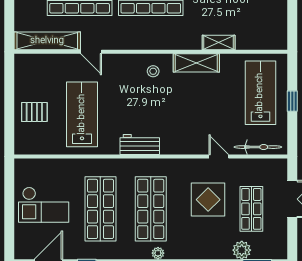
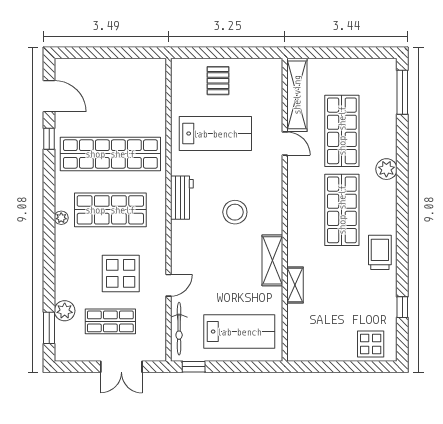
door: (91, 52) -> (285, 144), swing flipped
stool: (153, 71) -> (235, 212), moved, width x1.89, depth x1.89
window: (292, 101) -> (194, 367), moved
checkout: (44, 205) -> (115, 91), removed
shop shelf: (100, 209) -> (110, 154), width x1.40

